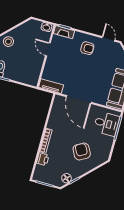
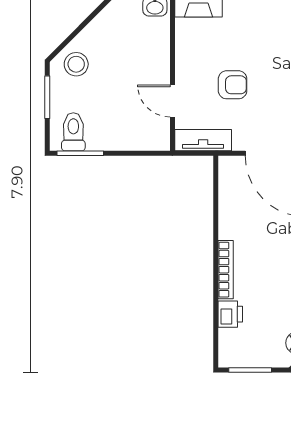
armchair: (87, 48) -> (233, 85), moved
door: (48, 49) -> (172, 101), moved

